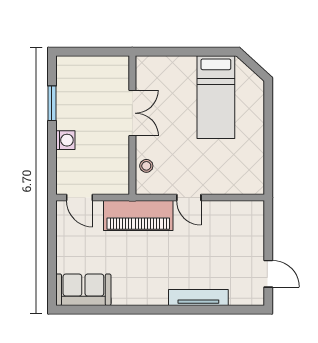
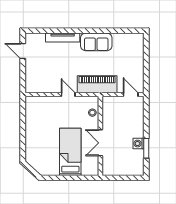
bed: (216, 97) -> (70, 152), moved
washing machine: (65, 140) -> (139, 144), moved
sofa: (83, 290) -> (96, 42), moved

